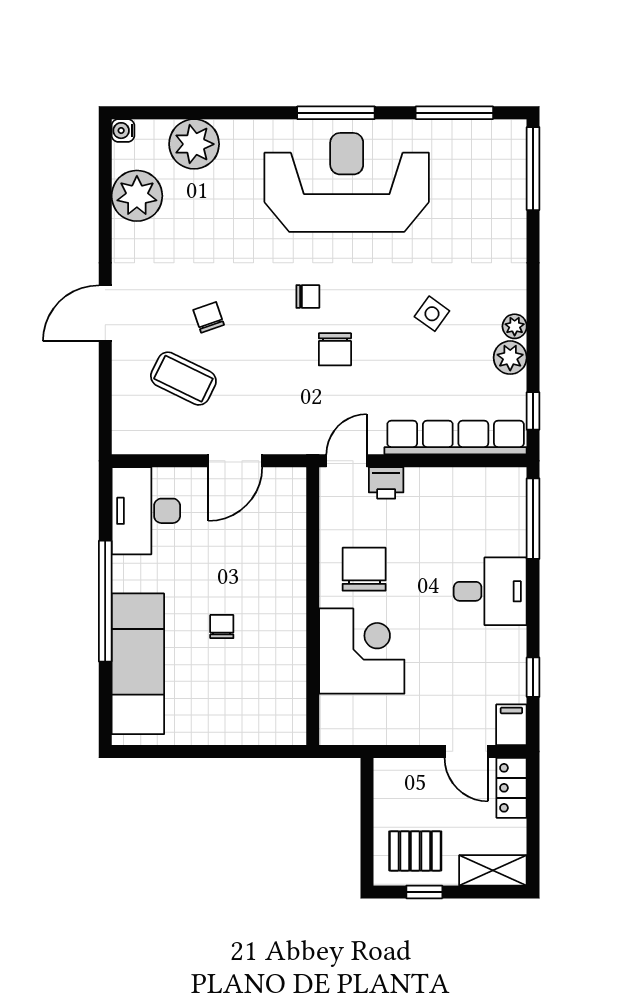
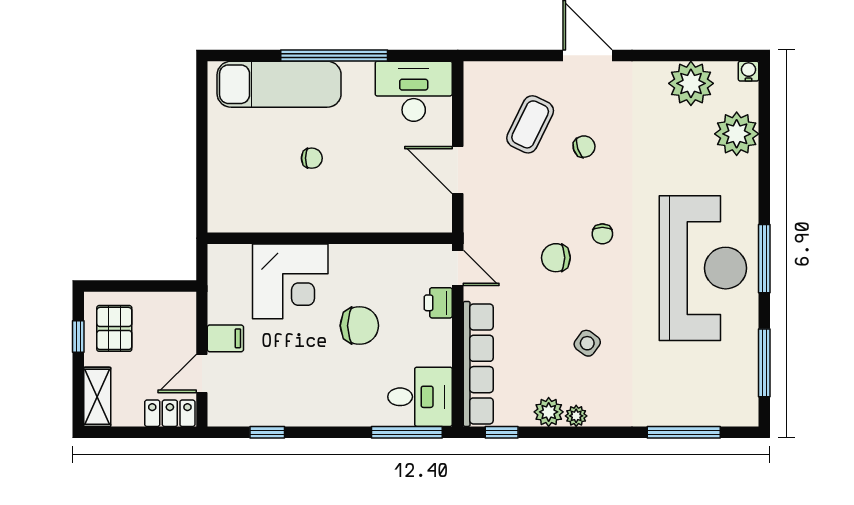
window: (533, 169) -> (684, 432), moved
chair: (364, 569) -> (359, 326), moved
desk: (490, 591) -> (420, 397), moved, turned -90
filing cabinet: (511, 725) -> (225, 338), moved

